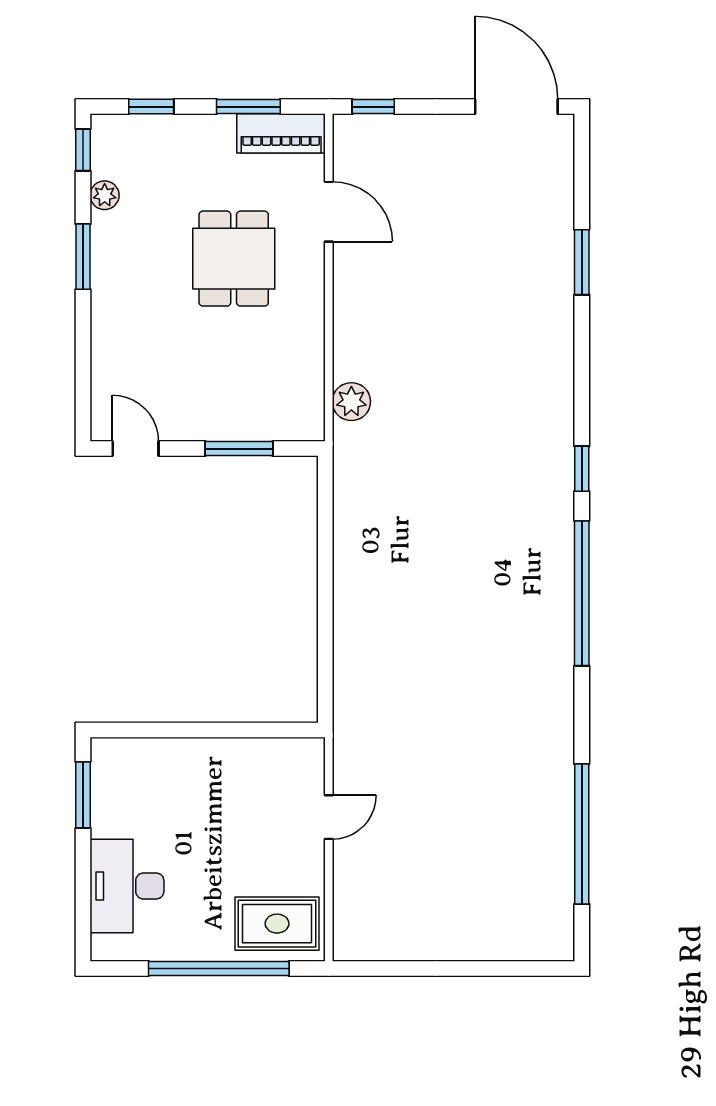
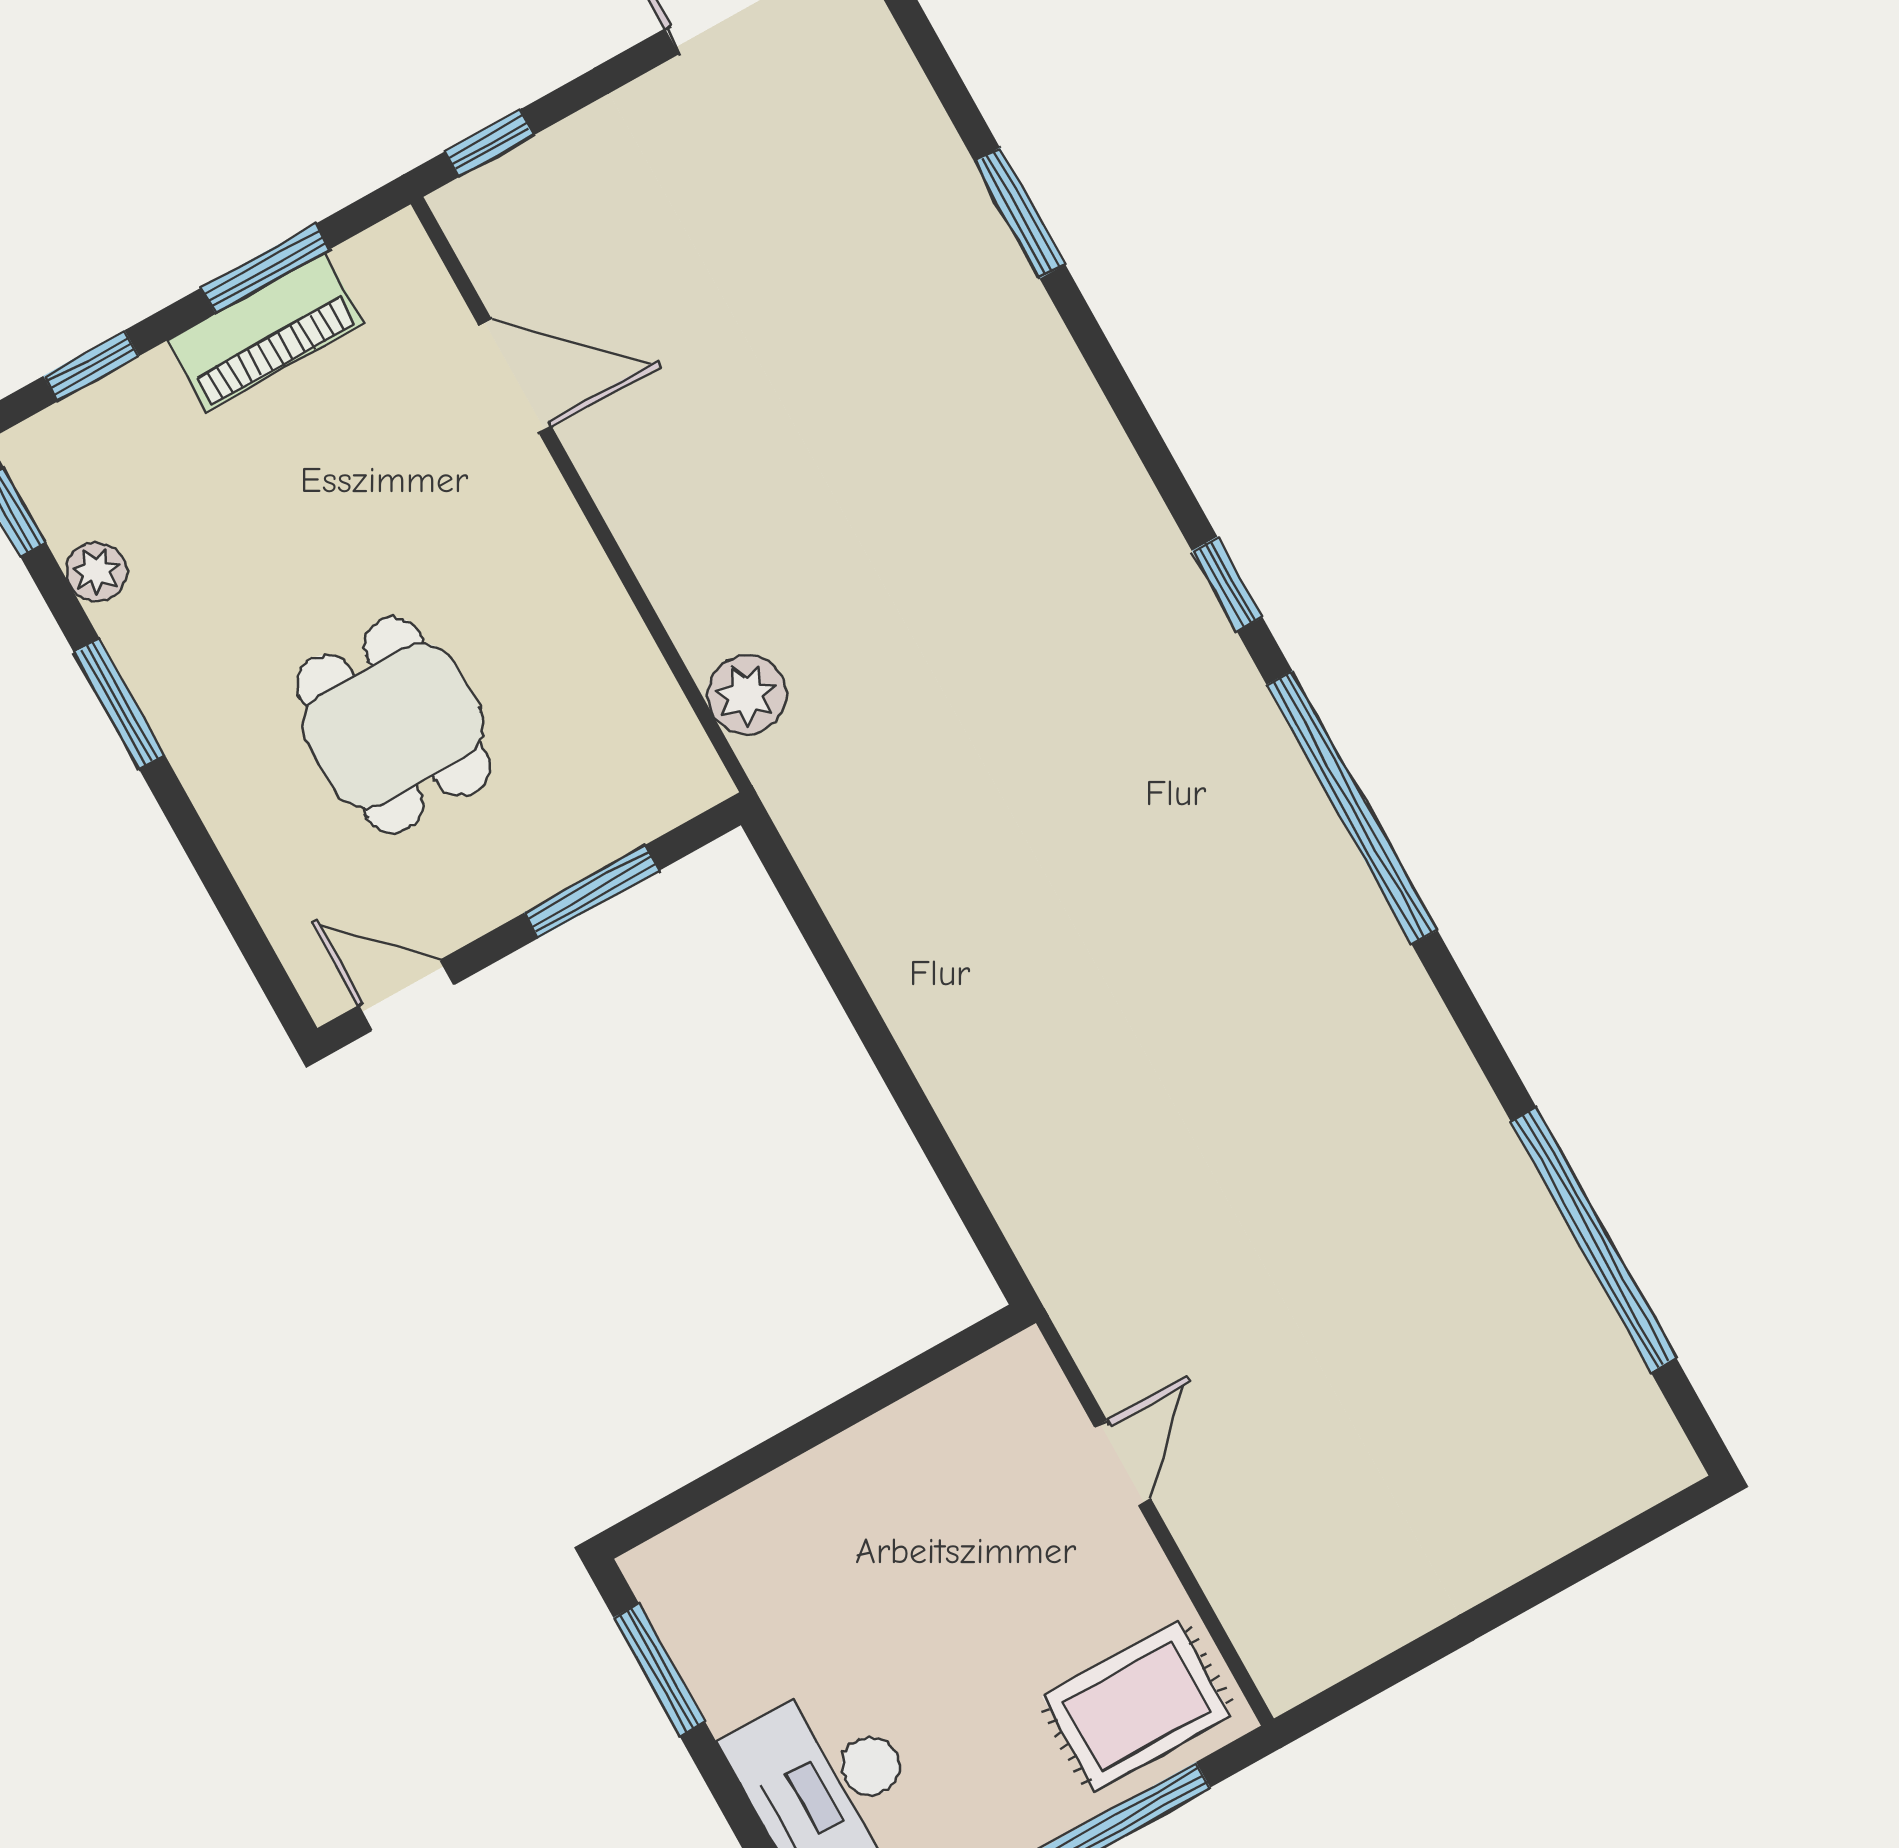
piano: (281, 133) -> (265, 332), moved
dining table: (234, 259) -> (393, 725), moved

